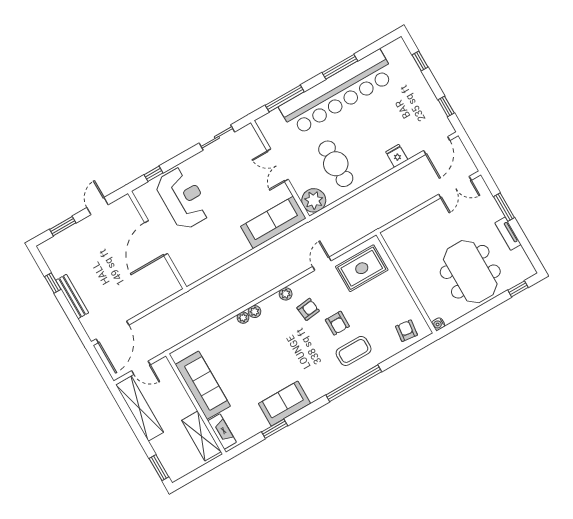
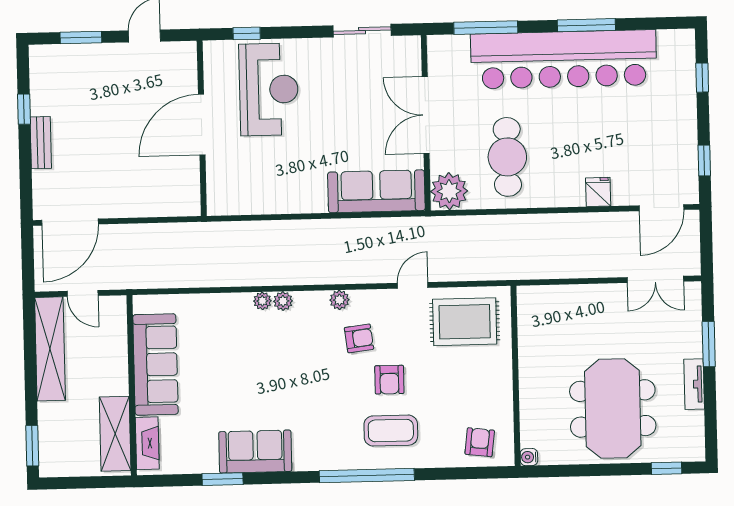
double door: (278, 165) -> (426, 115), width x1.37
bench: (72, 297) -> (41, 143), width x0.73

